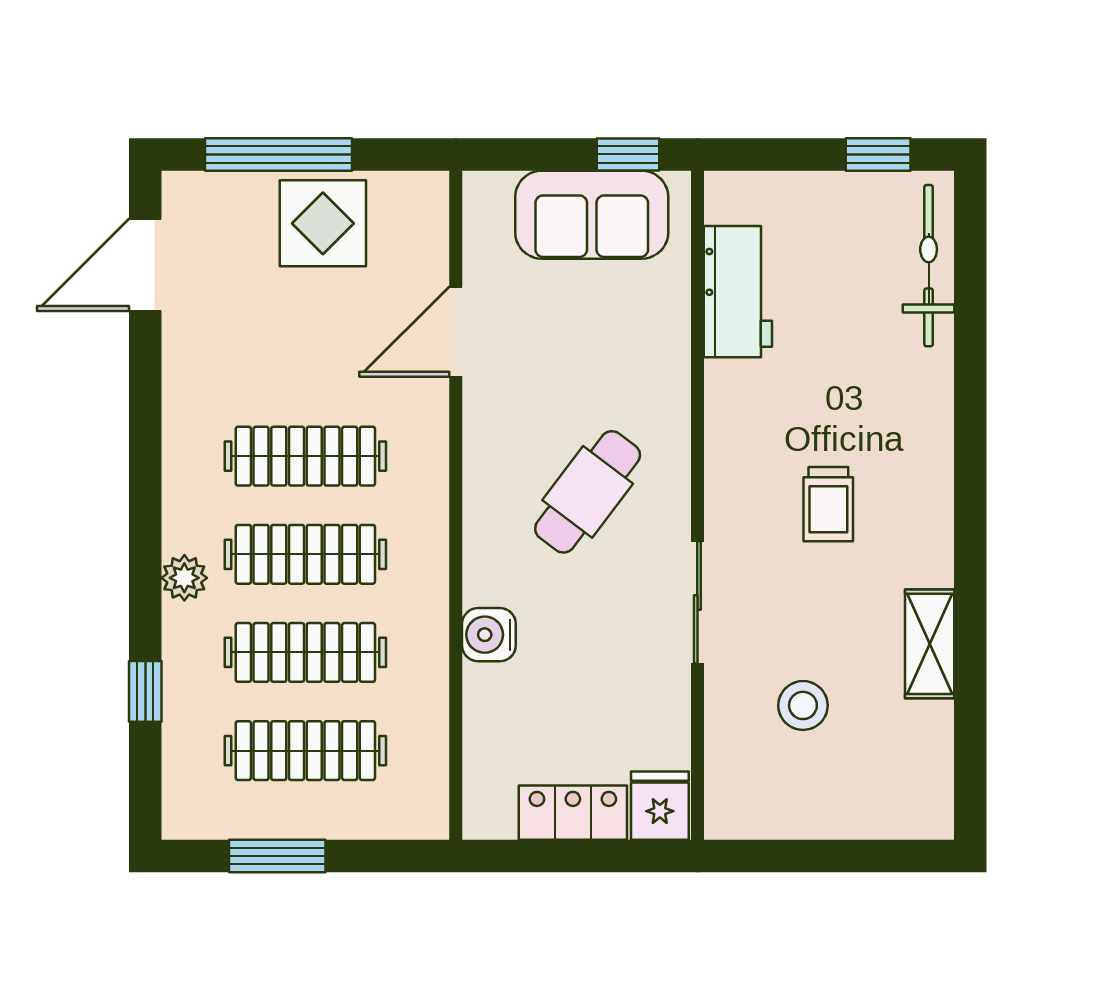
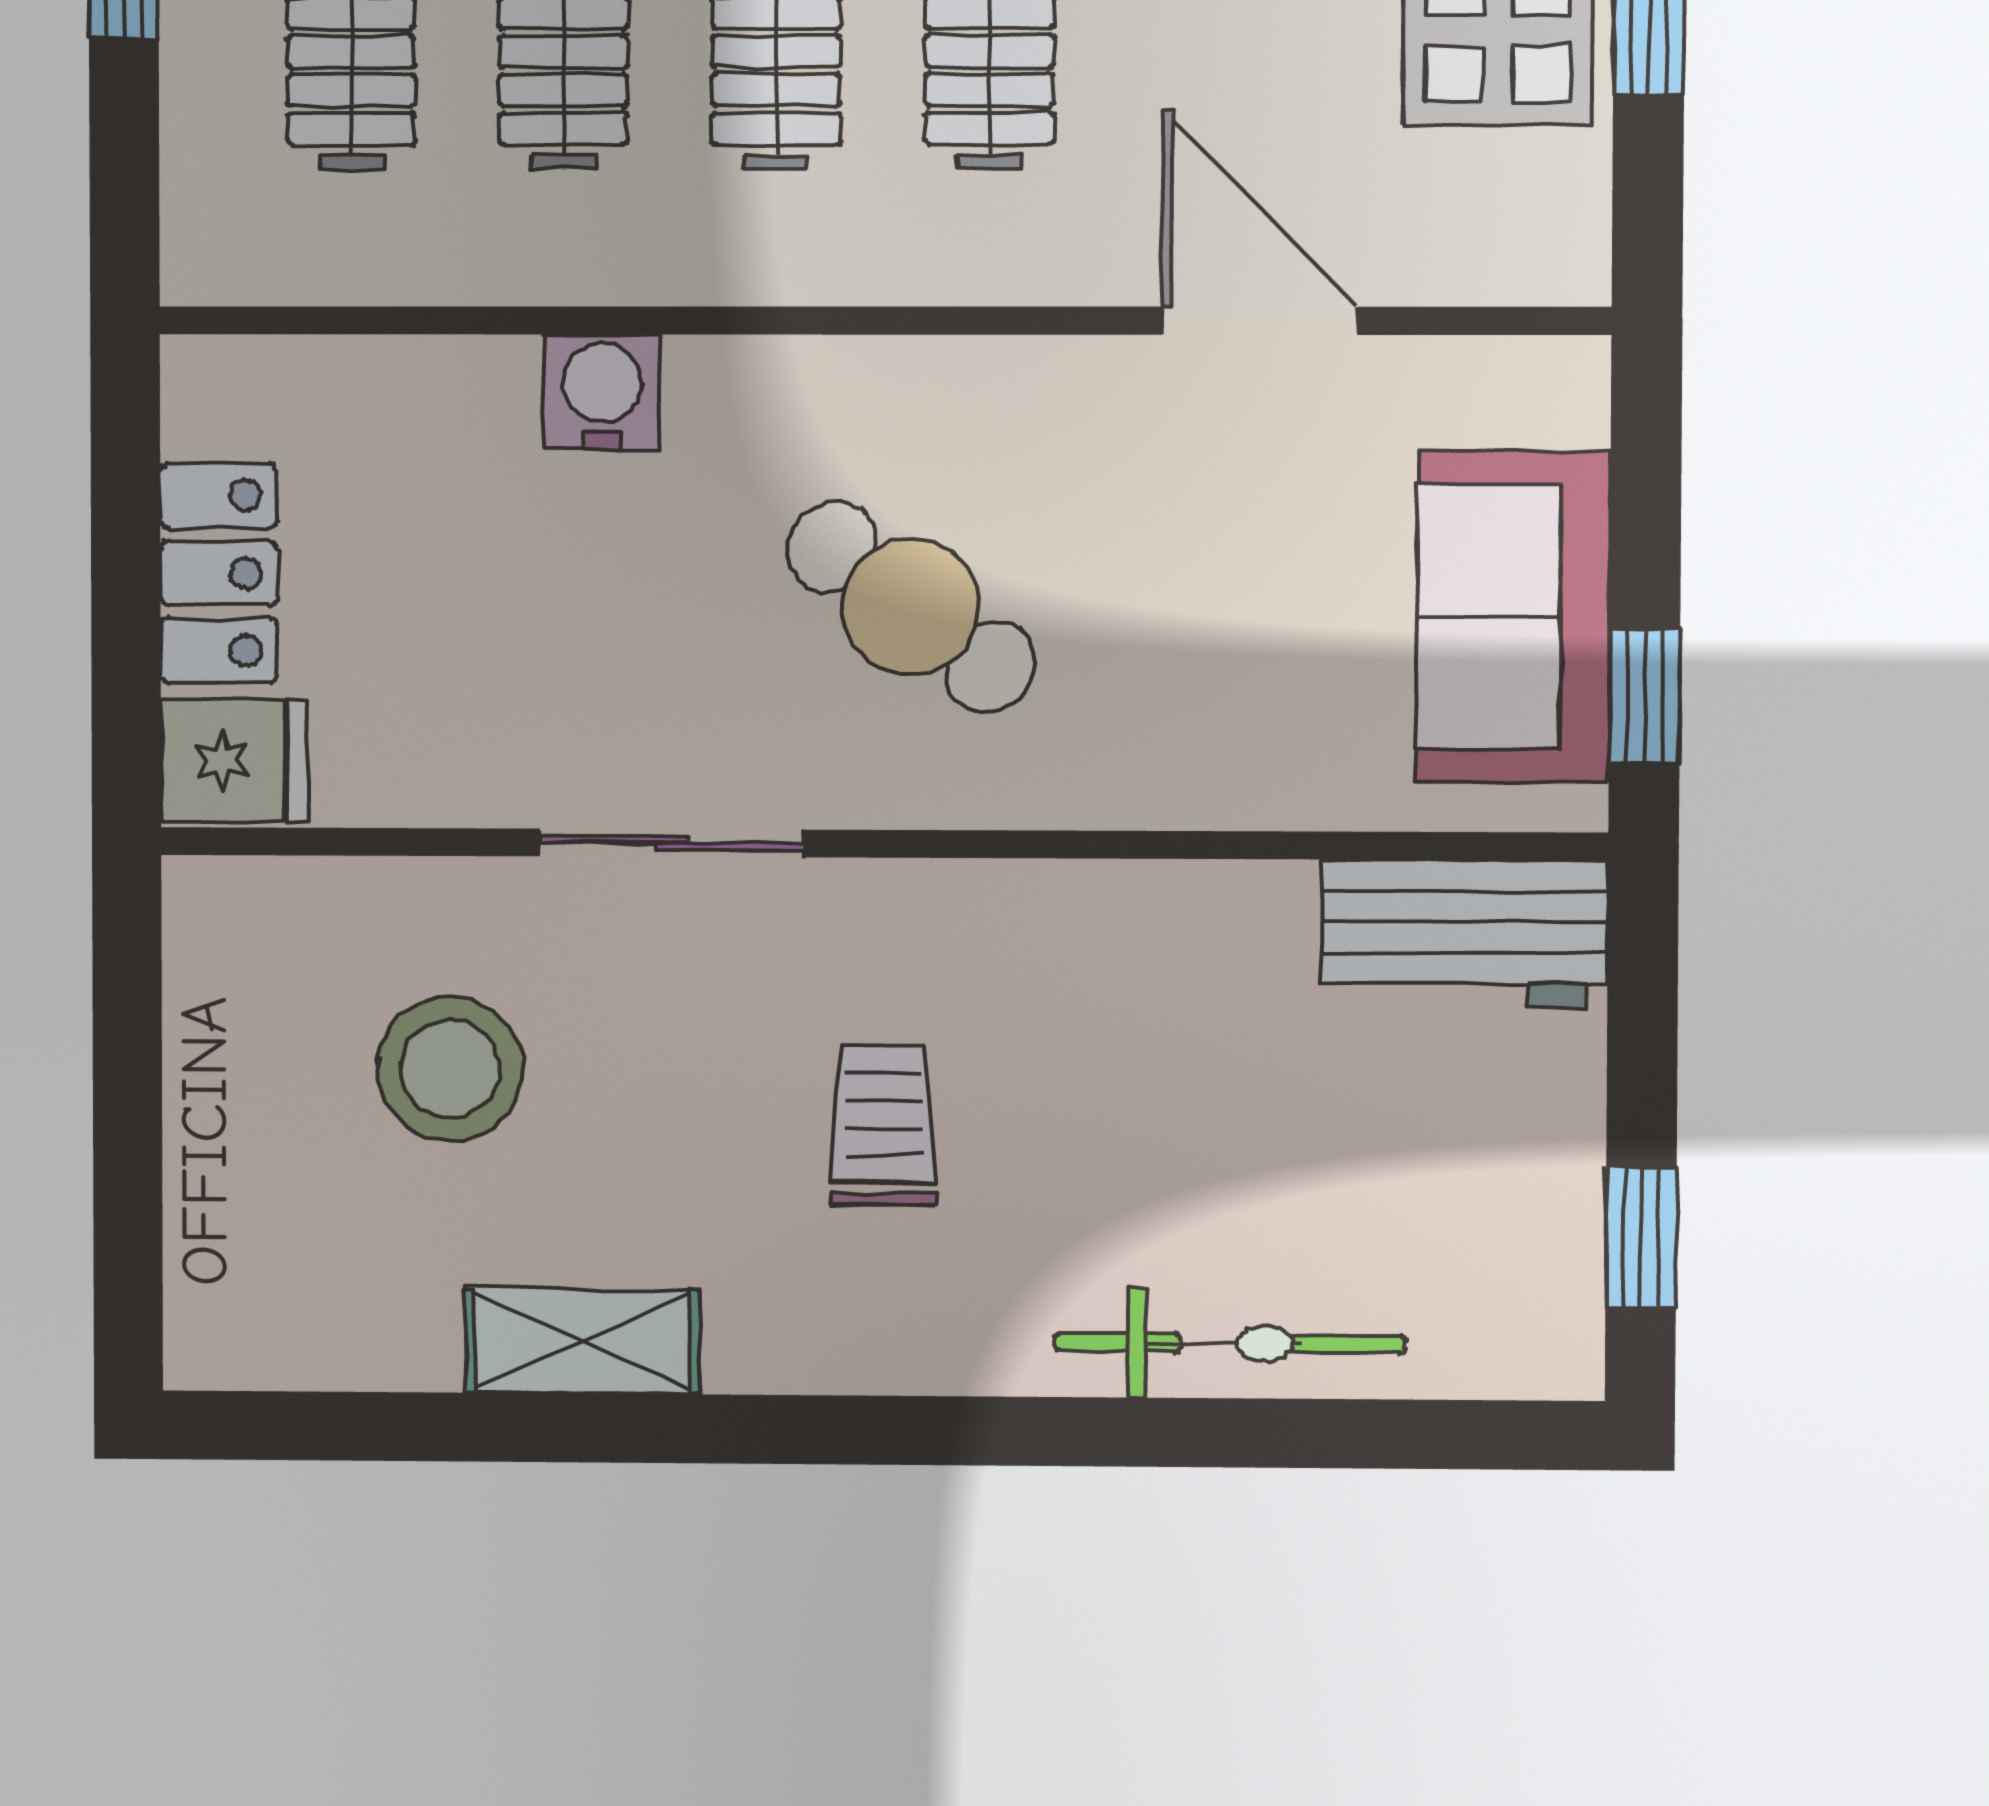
bicycle: (929, 266) -> (1230, 1343), moved
workbench: (738, 292) -> (1465, 933), moved
trolley: (828, 504) -> (884, 1126), turned 90
stool: (803, 705) -> (450, 1069), width x1.38, depth x1.38

